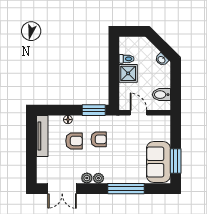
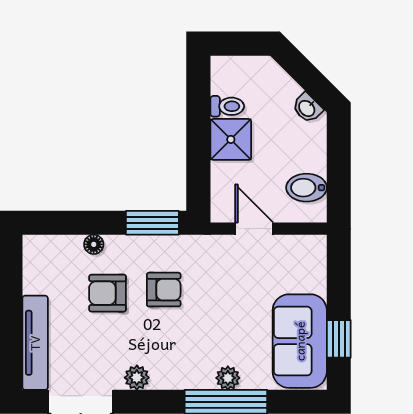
tv unit: (42, 136) -> (35, 343), moved
armchair: (74, 141) -> (108, 293), turned 180
window: (176, 161) -> (339, 339), width x0.67
plant: (98, 178) -> (228, 378), moved

